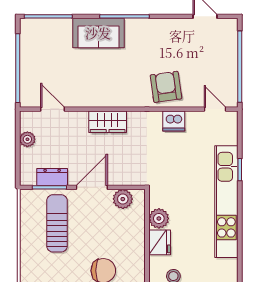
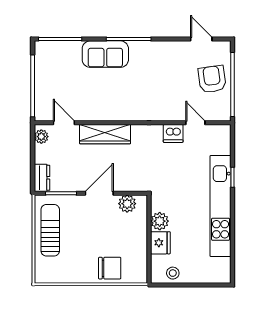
armchair: (166, 87) -> (212, 79), moved
door: (215, 109) -> (195, 123), moved
wardrobe: (108, 122) -> (105, 134), width x1.50
plant: (27, 139) -> (41, 137), moved
dresser: (52, 177) -> (42, 178), moved, turned 90
sun lounger: (57, 223) -> (50, 230), moved

